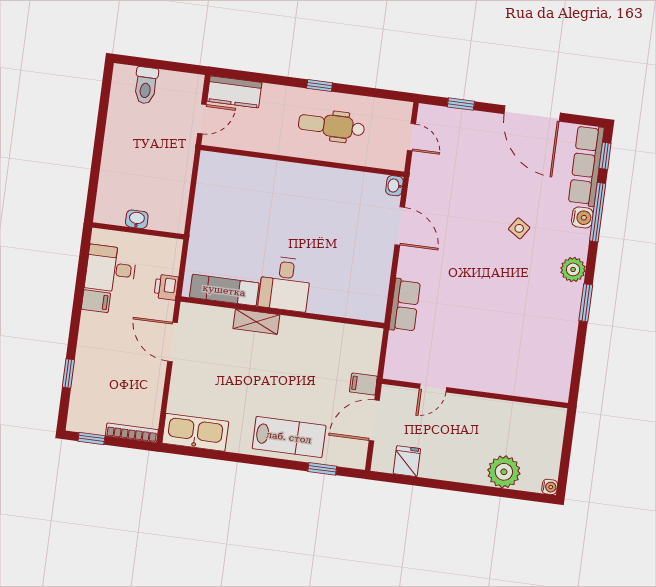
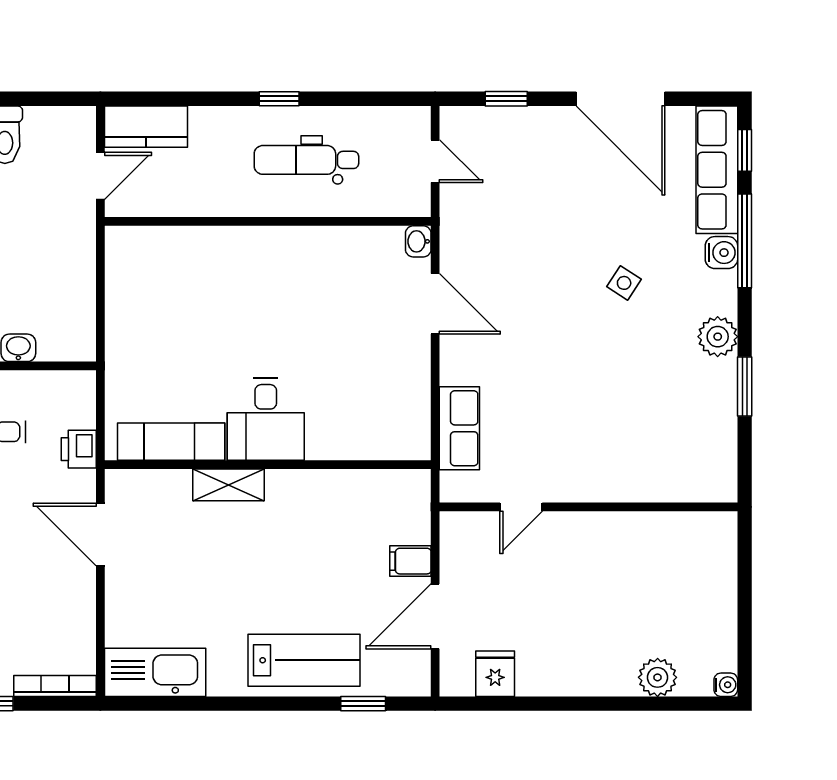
door: (433, 388) -> (521, 507), moved
wall: (475, 393) -> (588, 507), moved
plant: (504, 472) -> (658, 677), width x0.73, depth x0.73

